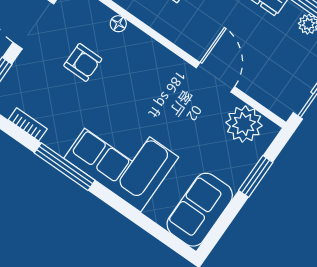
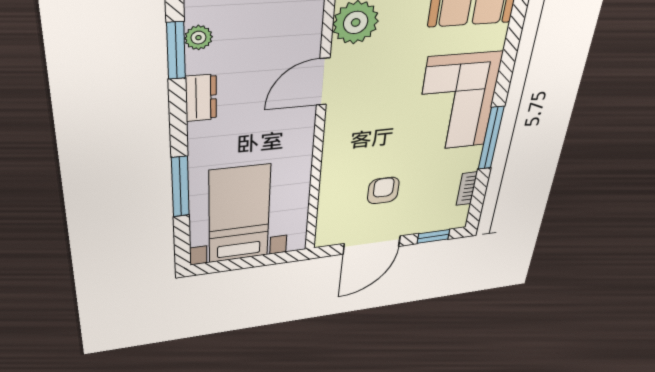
floor lamp: (118, 24) -> (327, 191), removed

